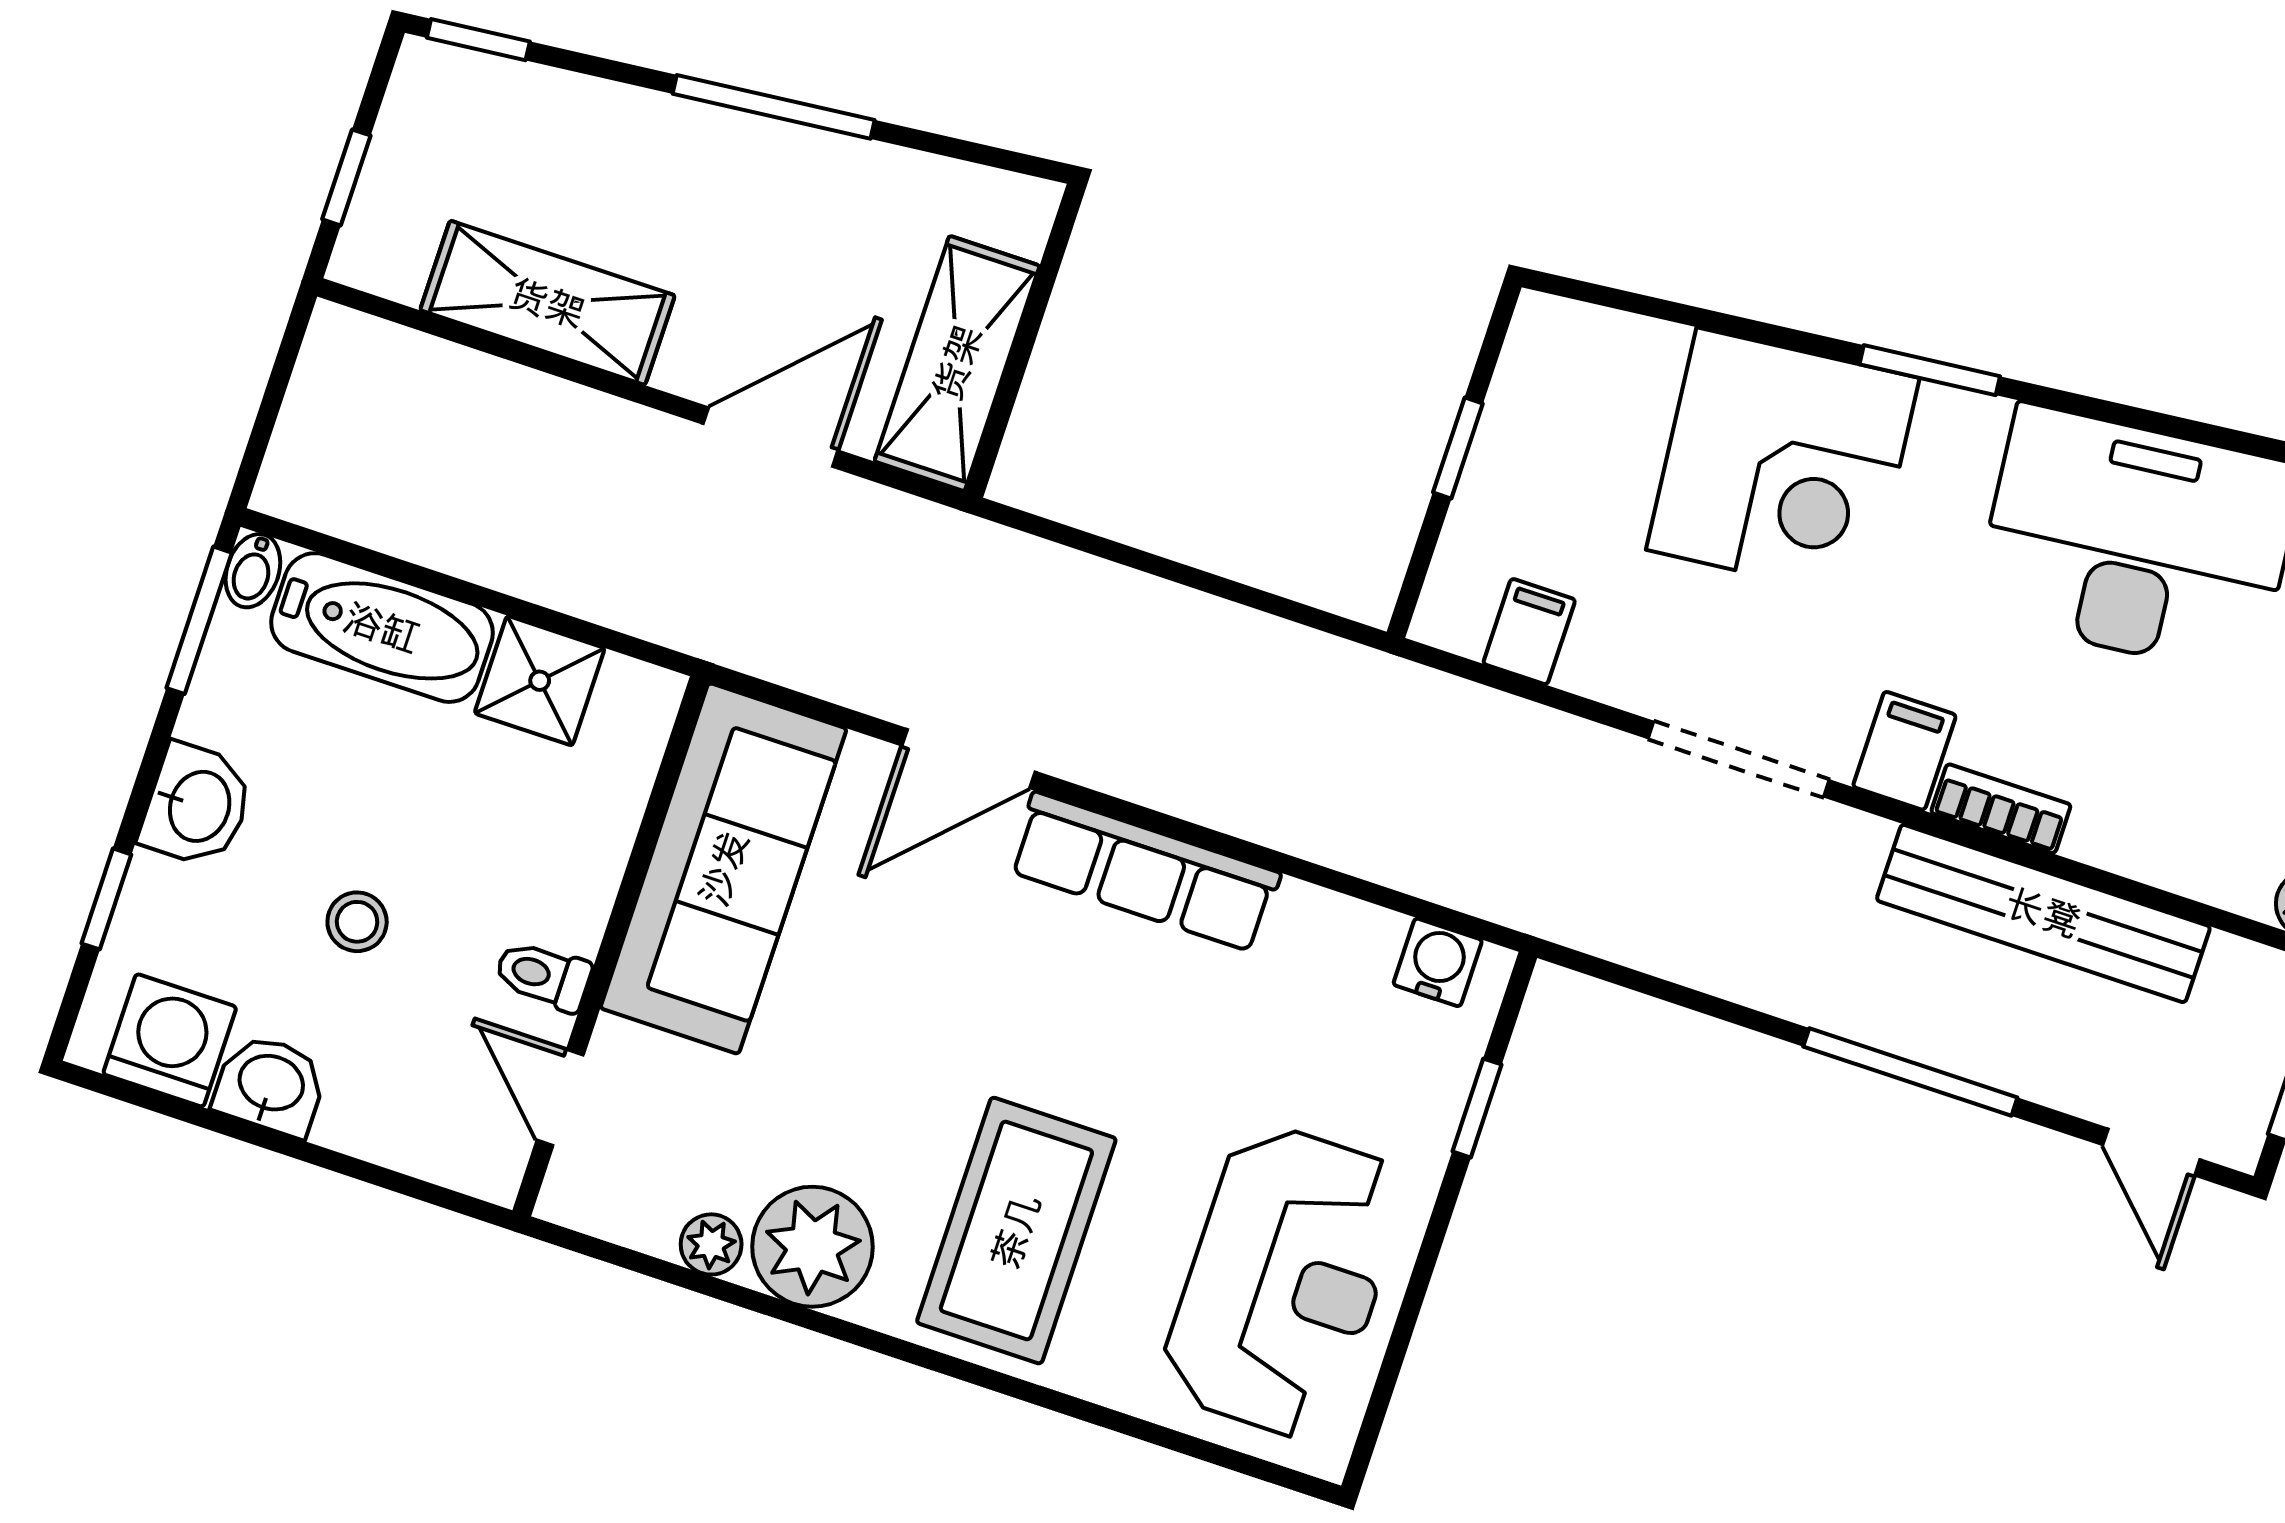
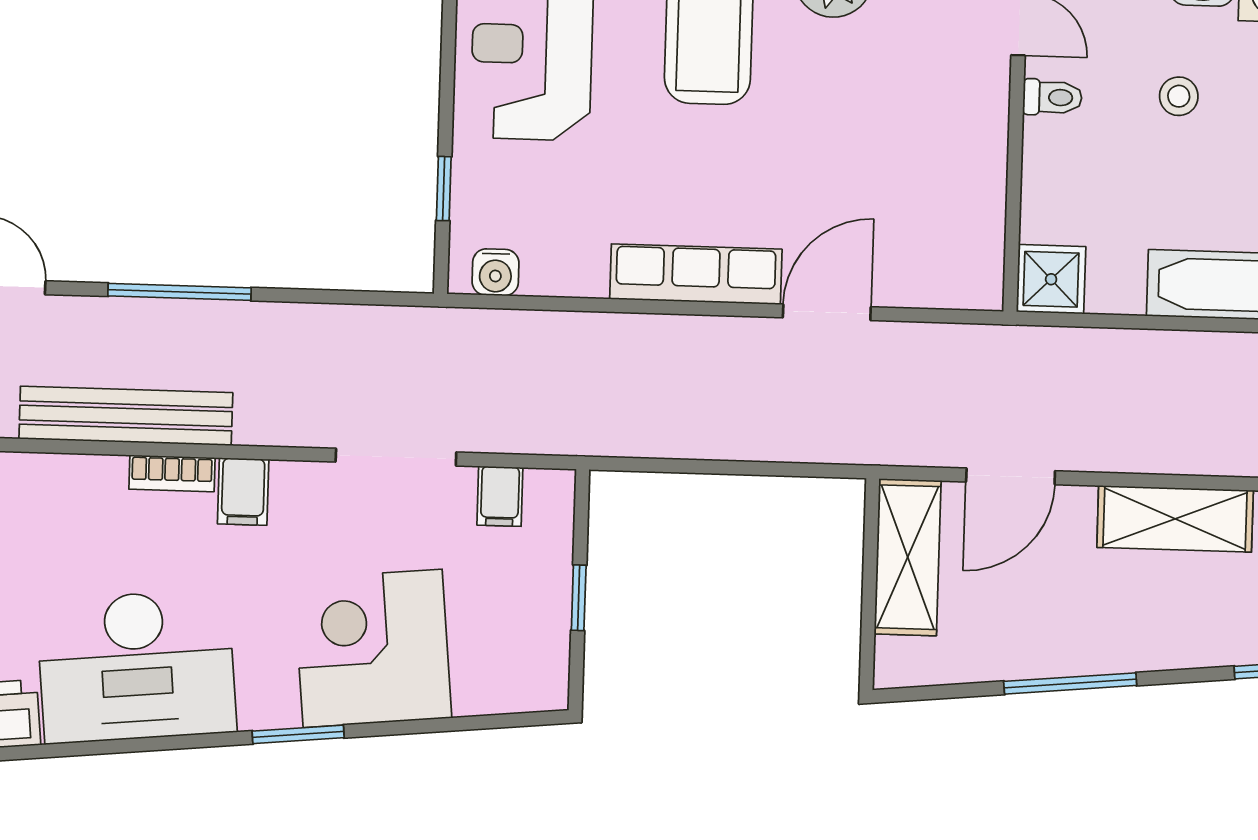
shower: (540, 681) -> (1051, 279), moved
doorway: (1739, 759) -> (396, 457), moved
sofa: (724, 868) -> (960, 198), removed

